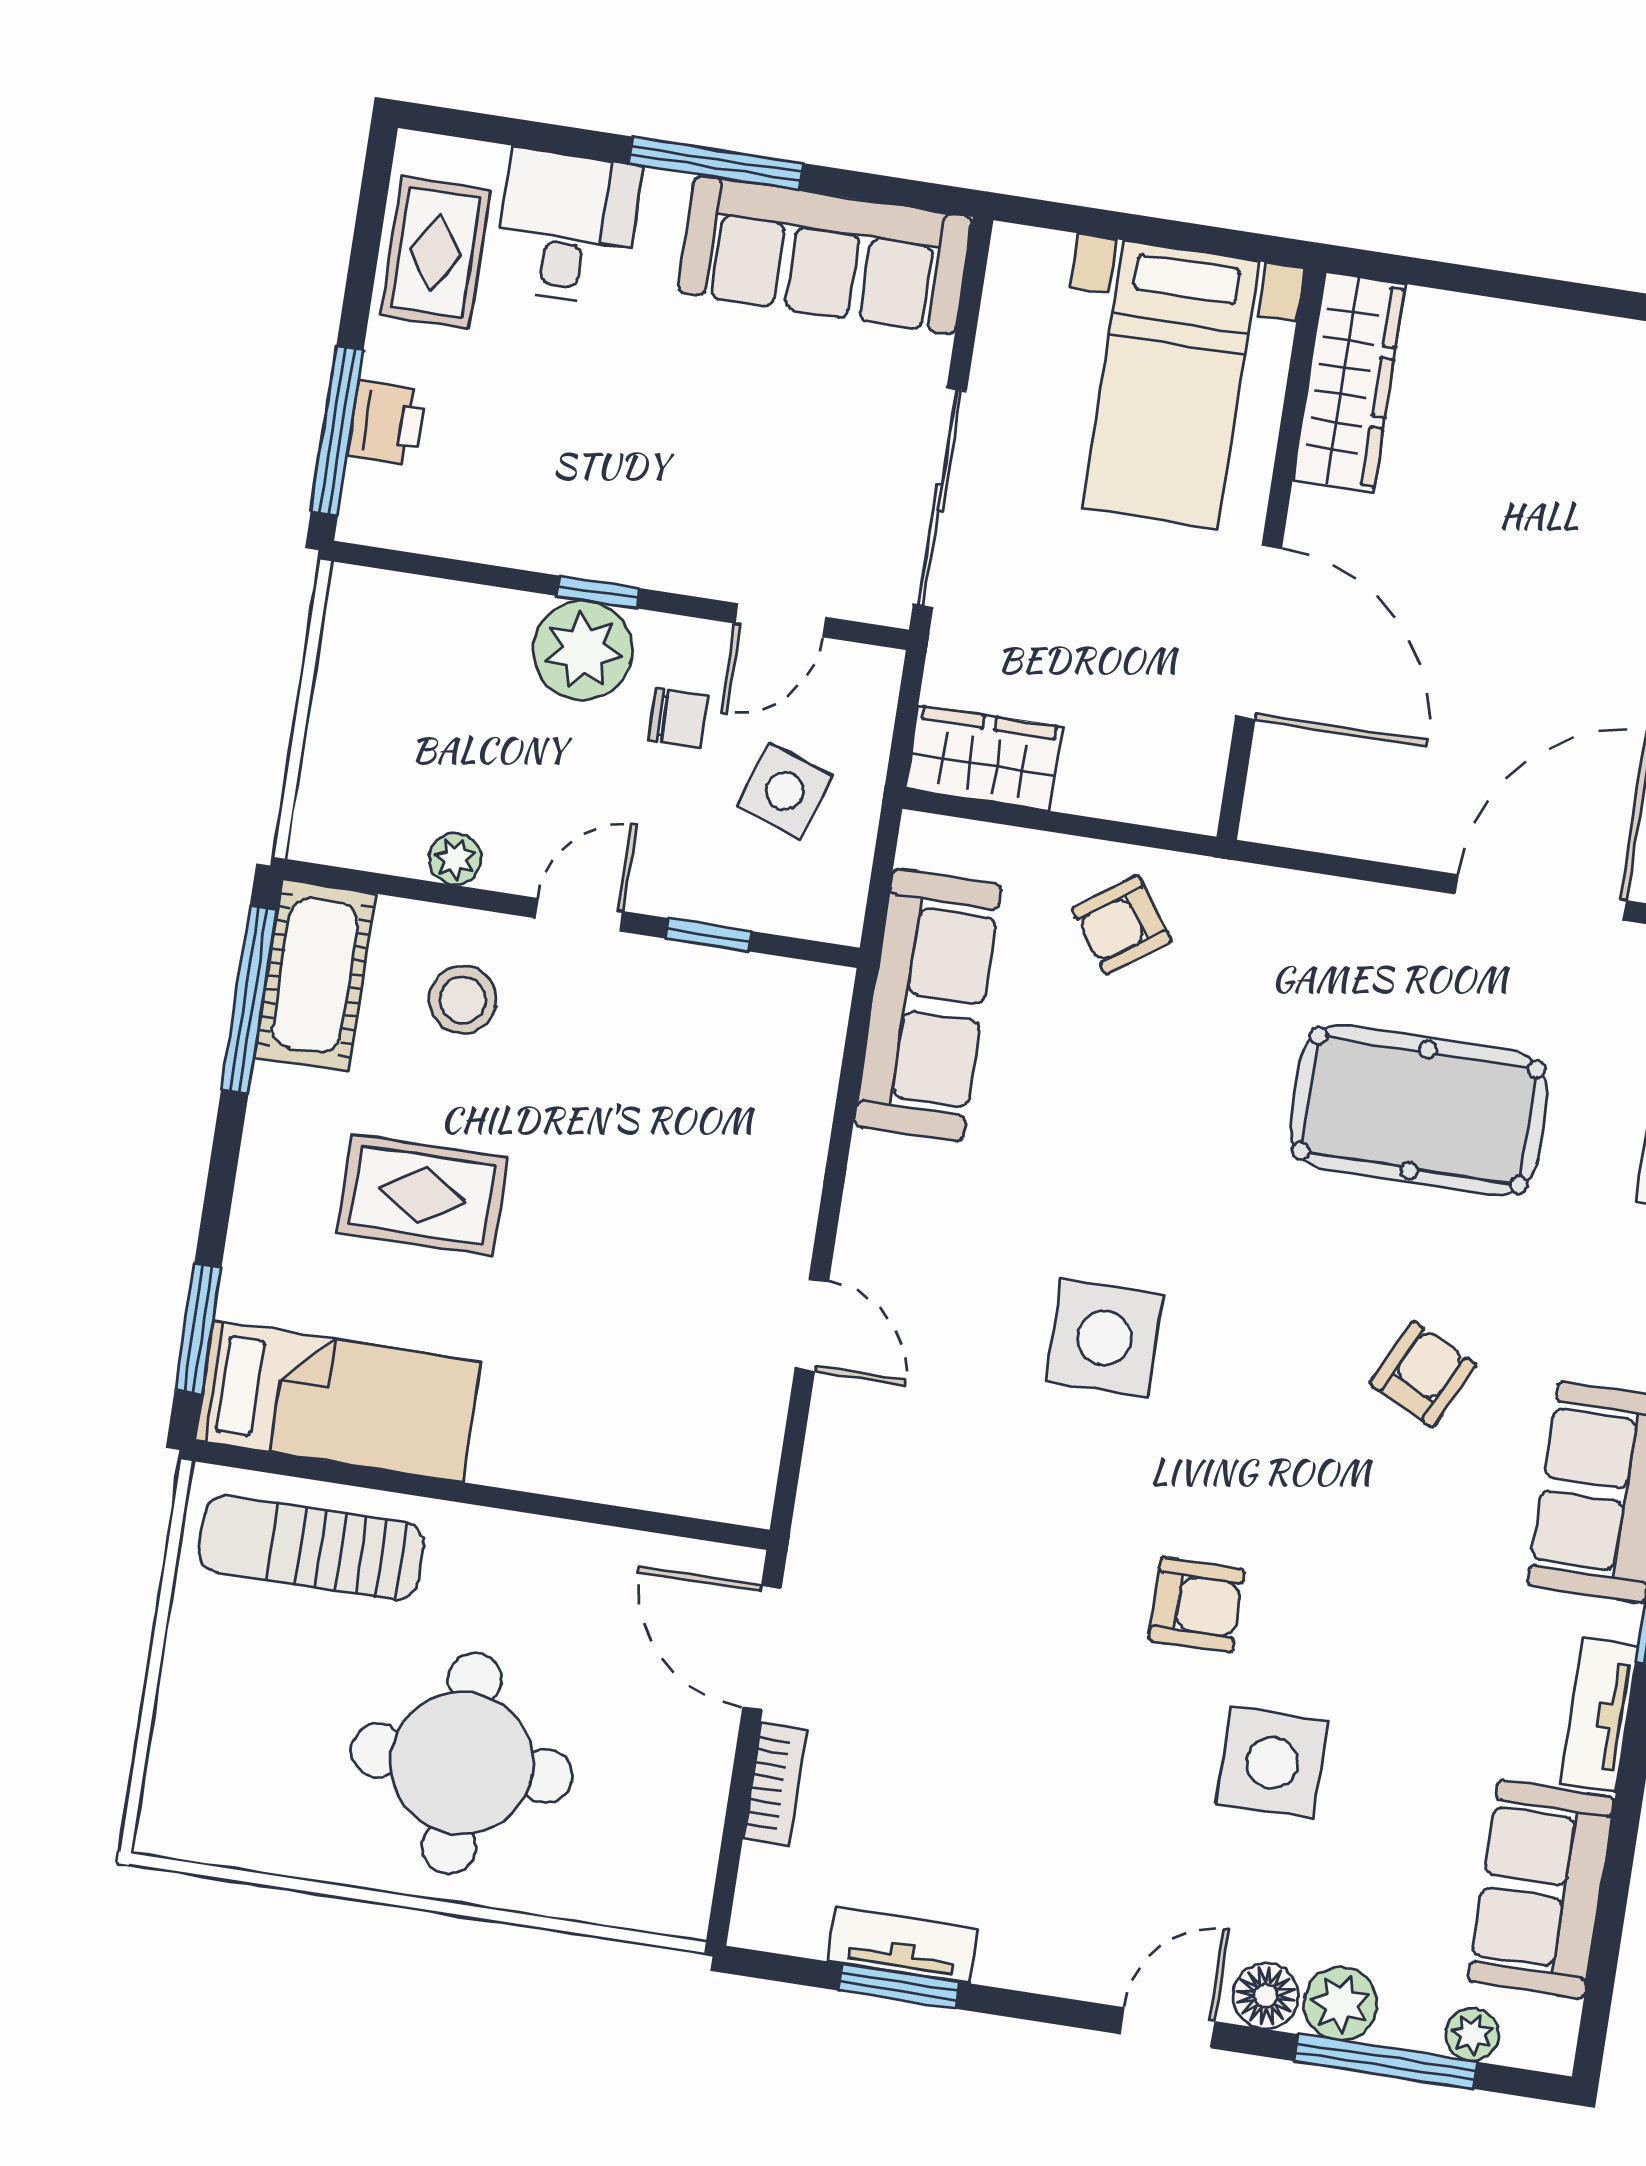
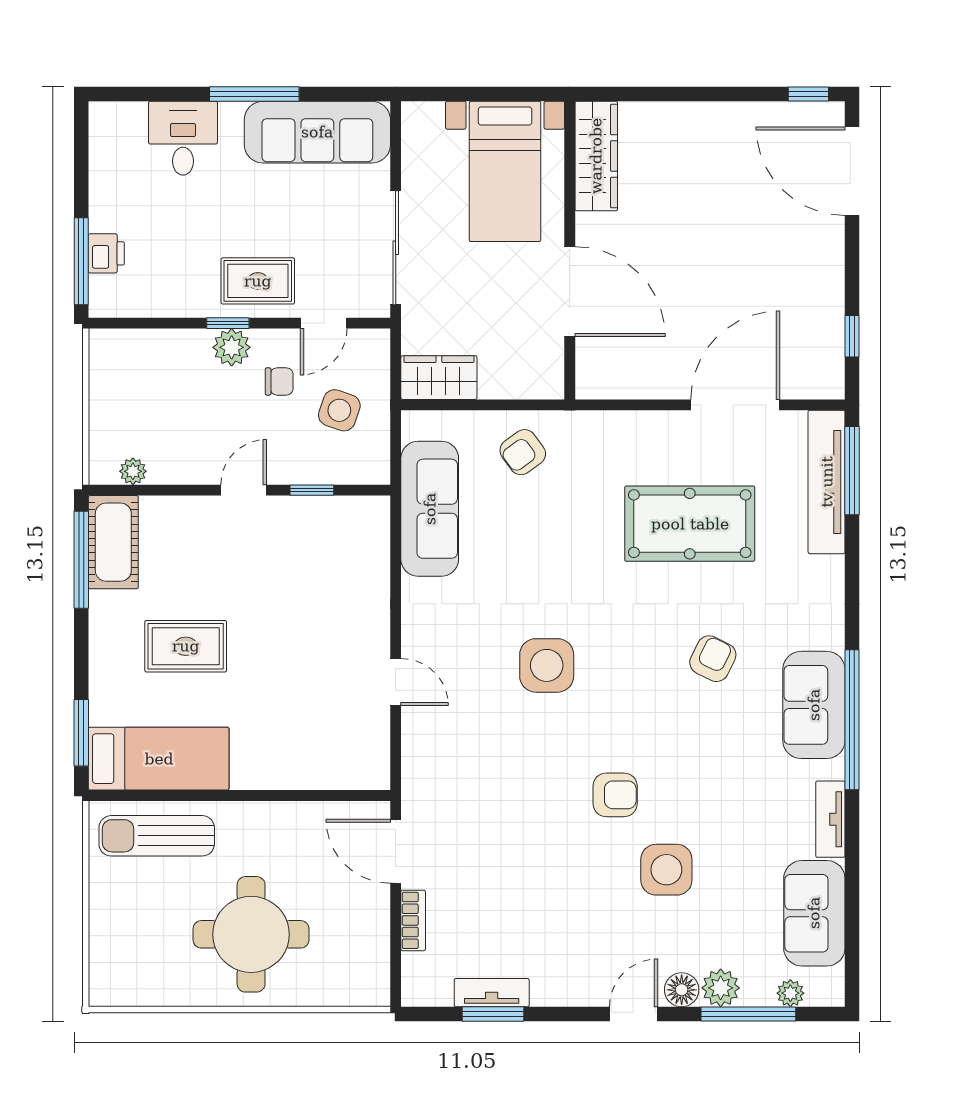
rug: (436, 253) -> (258, 281), moved, turned 90
plant: (583, 650) -> (232, 347), width x0.73, depth x0.73
plant: (455, 859) -> (133, 471), moved
stool: (463, 1000) -> (191, 543), removed

